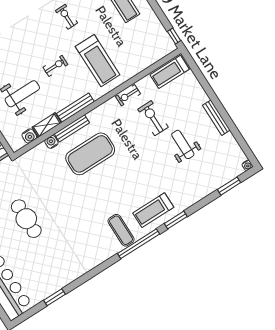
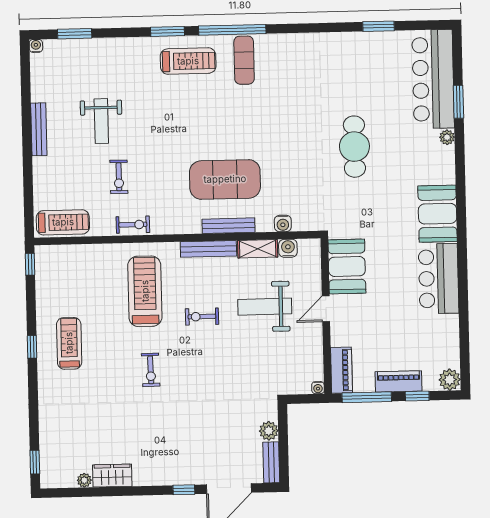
exercise bike: (153, 118) -> (119, 177), width x0.73, depth x0.72
water cooler: (51, 142) -> (283, 223), moved

